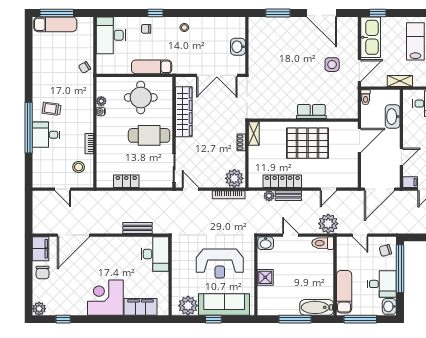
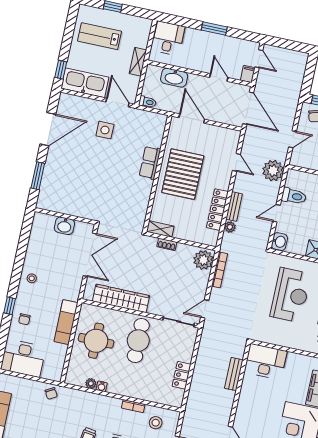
toilet: (323, 243) -> (294, 196), moved, turned -90

